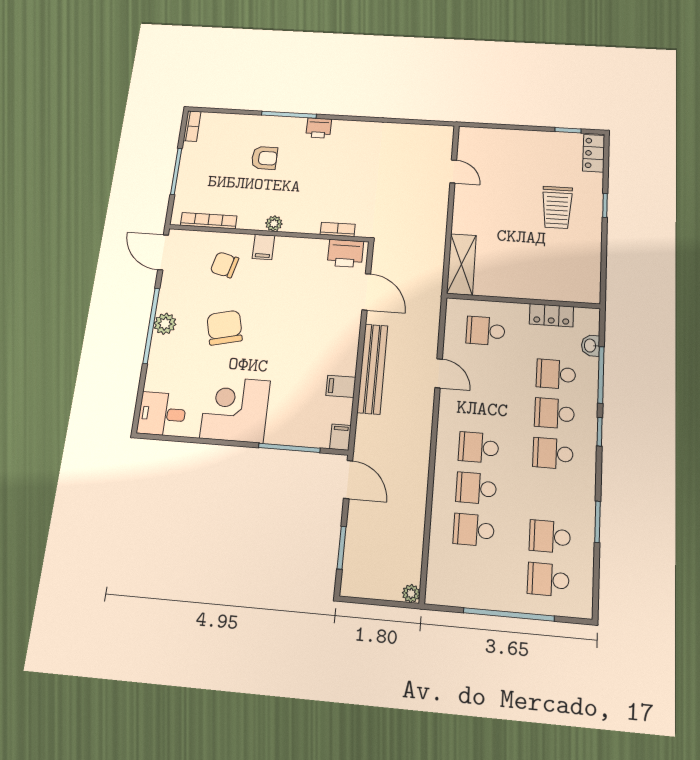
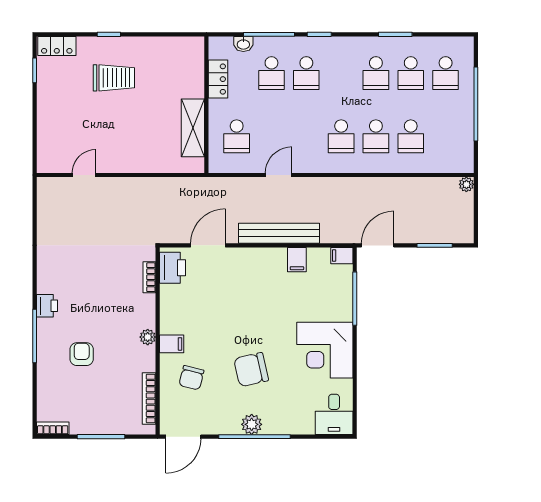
shelving: (461, 264) -> (193, 128), moved, turned 90
school desk: (553, 453) -> (376, 73), moved

